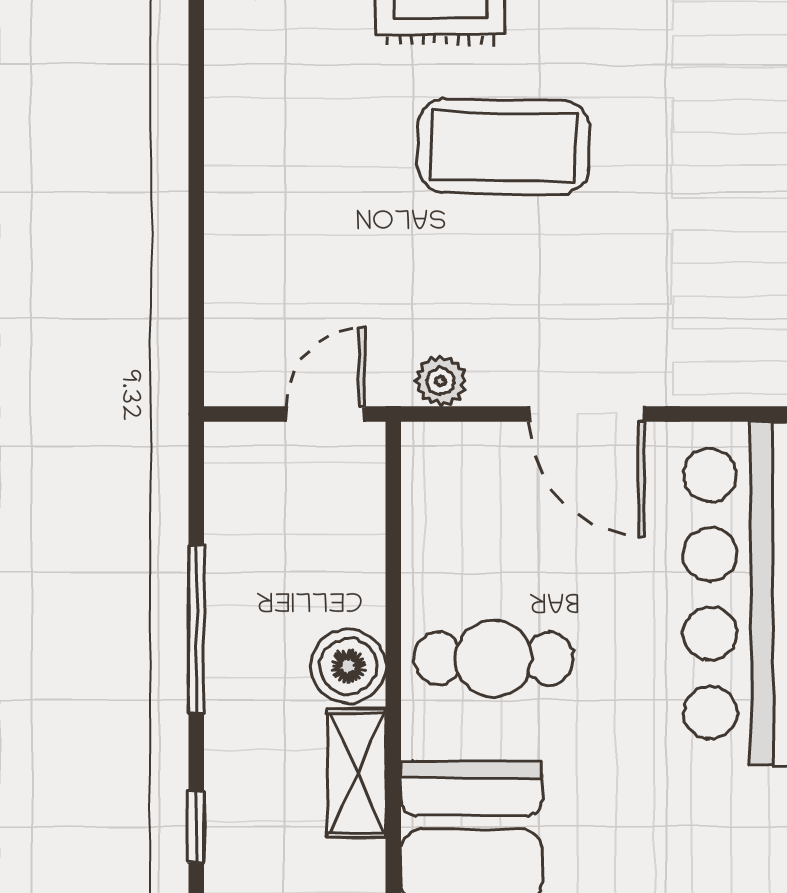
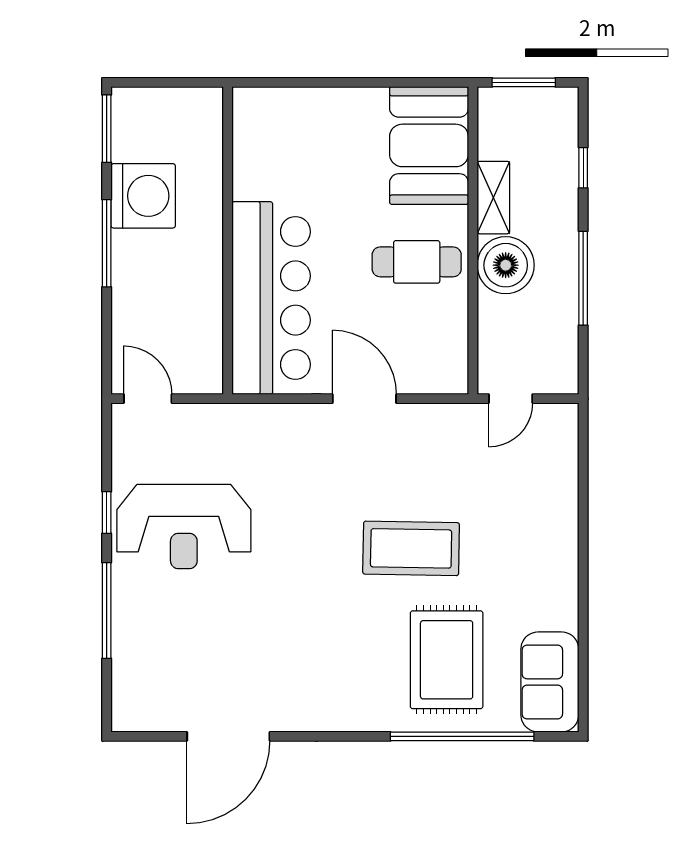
plant: (440, 381) -> (446, 417), removed
boiler: (348, 666) -> (506, 265), width x1.37, depth x1.37

